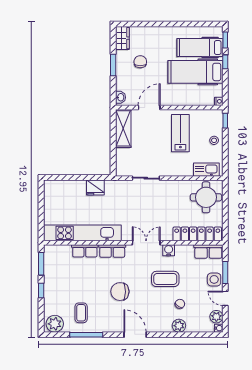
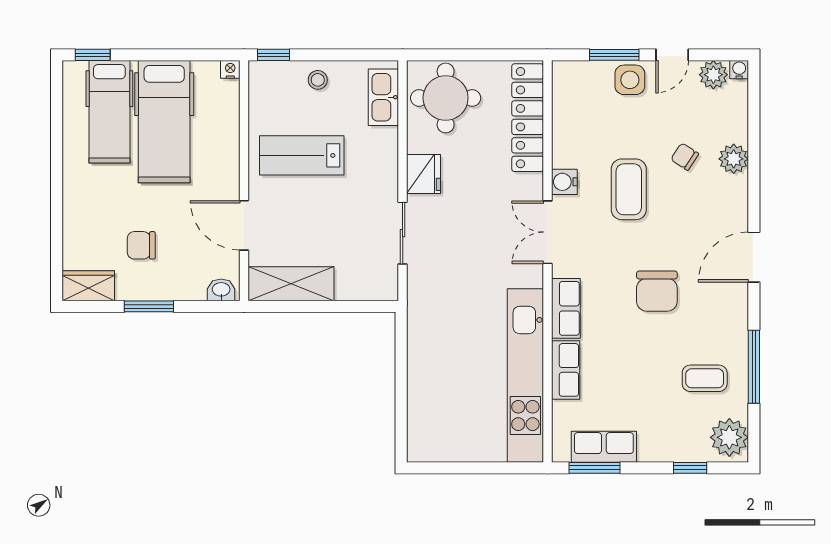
window: (225, 62) -> (142, 55), removed
fridge: (95, 187) -> (424, 174), moved
row of seats: (208, 251) -> (604, 447), moved, turned -90
window: (41, 291) -> (690, 468), moved

